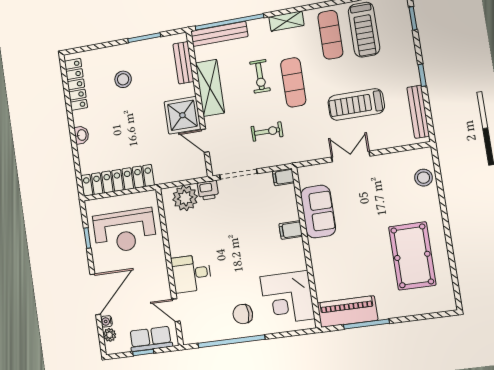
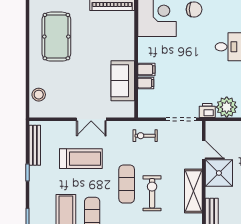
exercise bike: (260, 76) -> (152, 193), width x1.38, depth x1.39
exercise bike: (267, 131) -> (145, 136), moved
filing cabinet: (283, 177) -> (146, 83), moved

